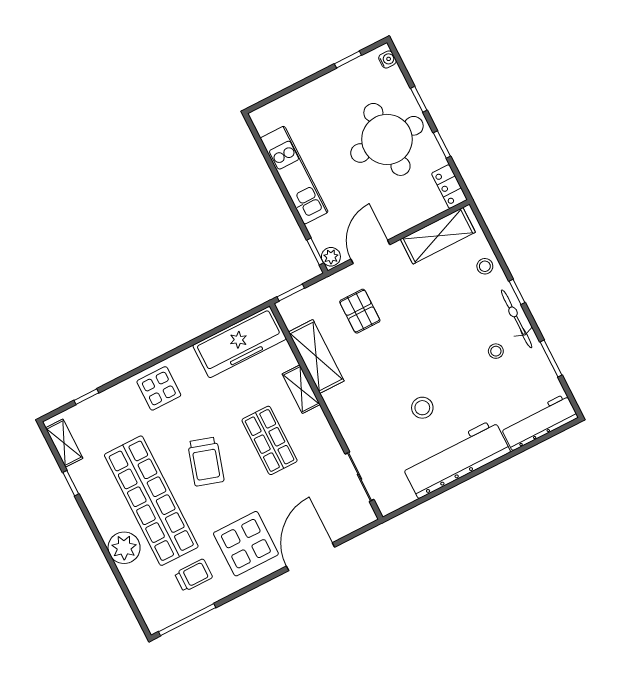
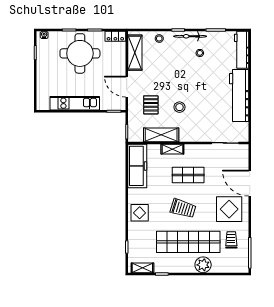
plant: (331, 257) -> (120, 105), removed
pallet: (360, 311) -> (151, 105), turned 90
stool: (422, 408) -> (179, 107), moved

